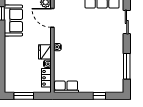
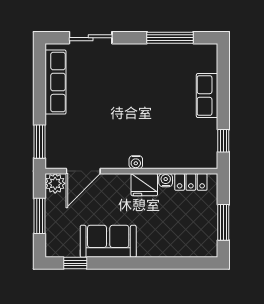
sofa: (13, 20) -> (108, 241), moved
row of seats: (66, 87) -> (207, 96), moved
window: (99, 96) -> (223, 141), moved

